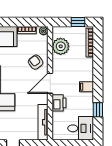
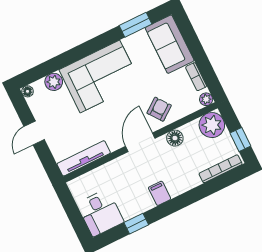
plant: (61, 46) -> (212, 125), moved
floor lamp: (58, 61) -> (175, 138), added
door: (50, 83) -> (140, 142), hinge flipped
printer: (59, 103) -> (120, 167), removed

